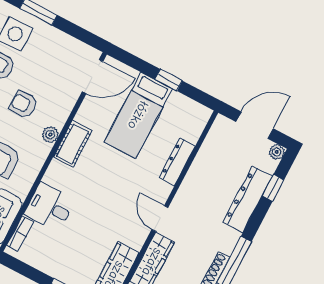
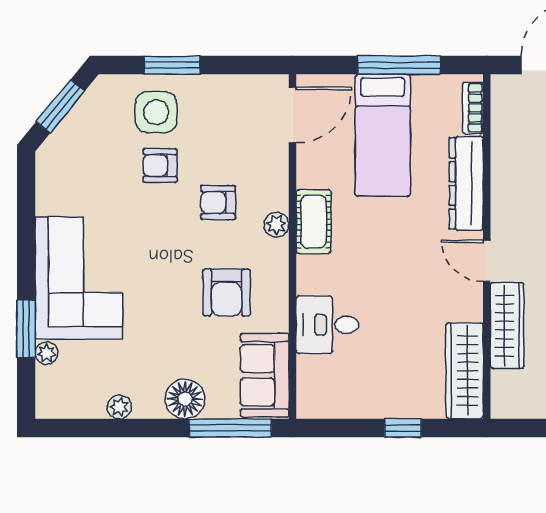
window: (169, 80) -> (399, 65), width x2.17
dresser: (177, 162) -> (466, 184), width x1.37, depth x1.24
bookcase: (20, 234) -> (473, 108), moved, turned 180

